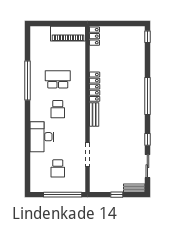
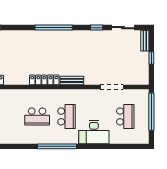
school desk: (58, 79) -> (37, 116), turned -90
window: (28, 80) -> (57, 146), moved
school desk: (58, 109) -> (67, 116), width x1.85
school desk: (58, 168) -> (125, 116), width x1.85

